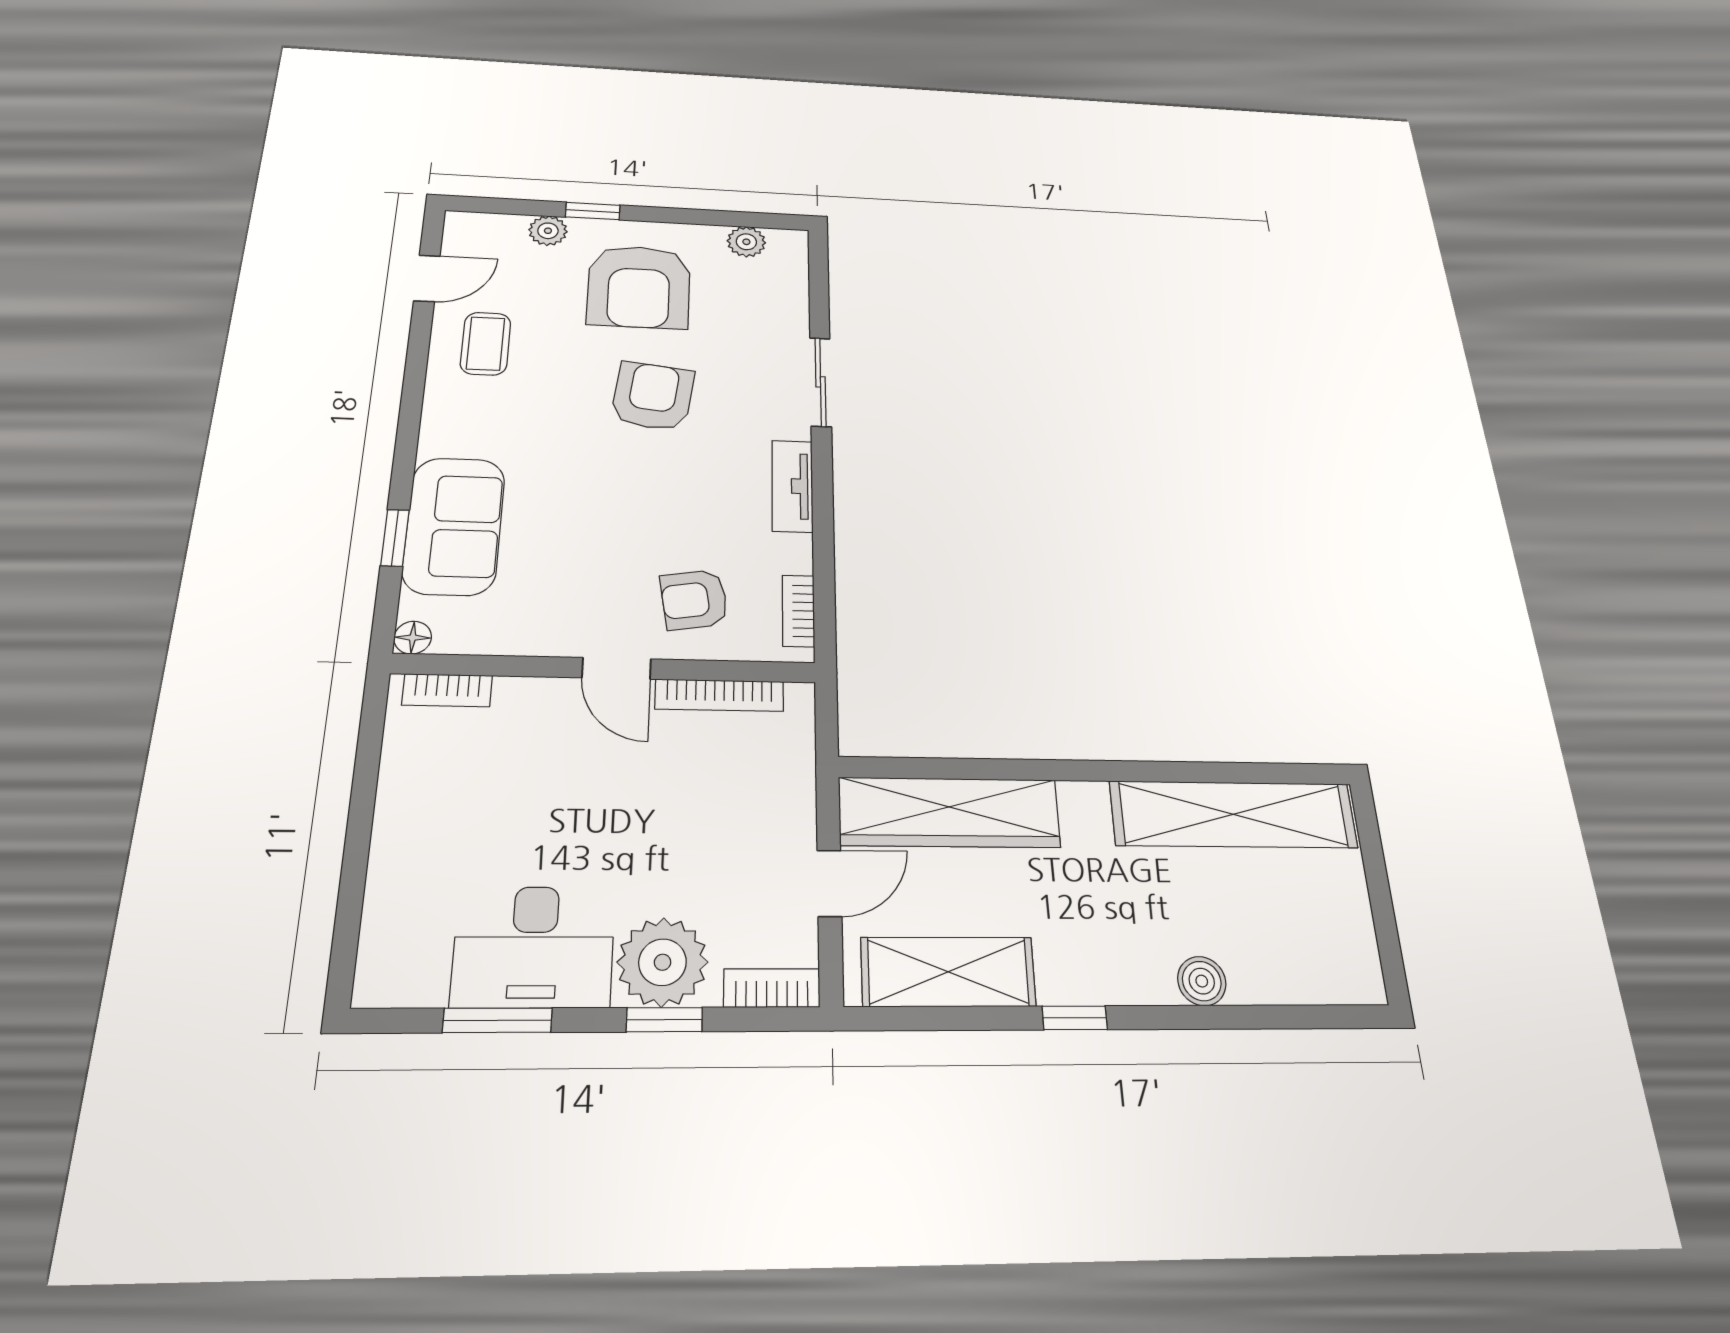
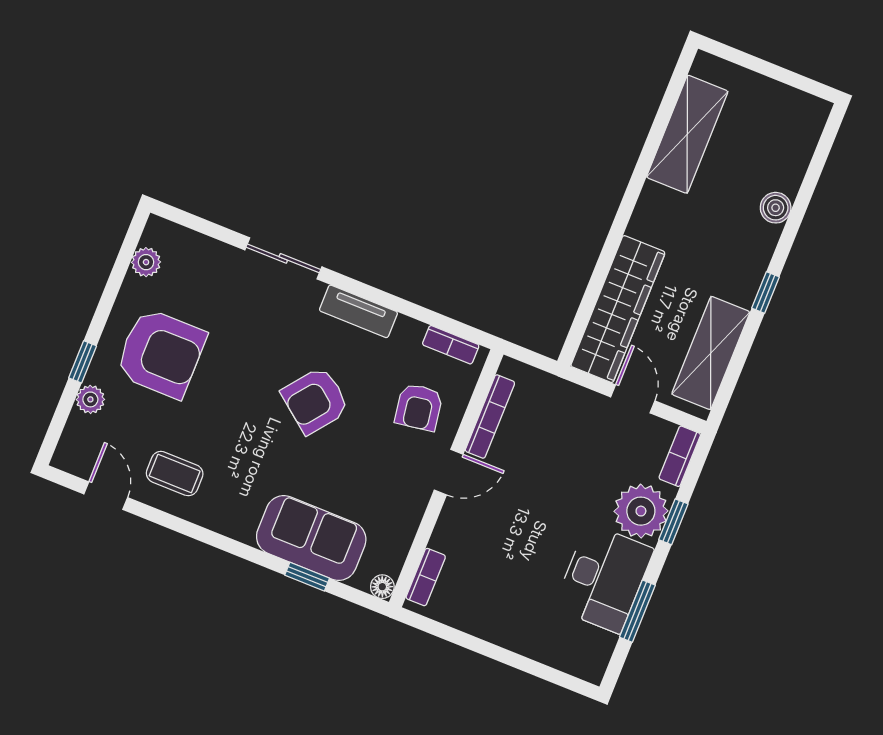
armchair: (653, 396) -> (315, 400), moved, turned -59
shelving: (1233, 814) -> (687, 134), width x0.68

